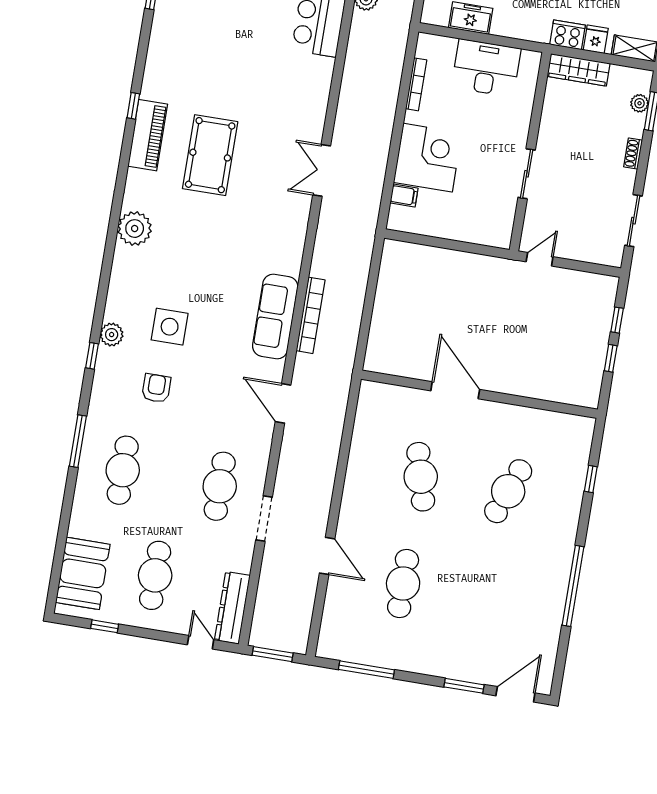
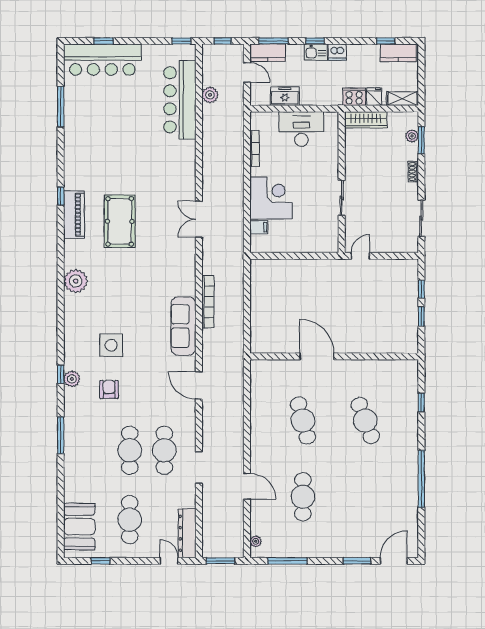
bookcase: (311, 315) -> (208, 302), moved
plant: (112, 335) -> (72, 379), moved
cafe table: (123, 470) -> (130, 450), moved
cafe table: (508, 491) -> (365, 421), turned -42
plant: (326, 635) -> (256, 541), added

